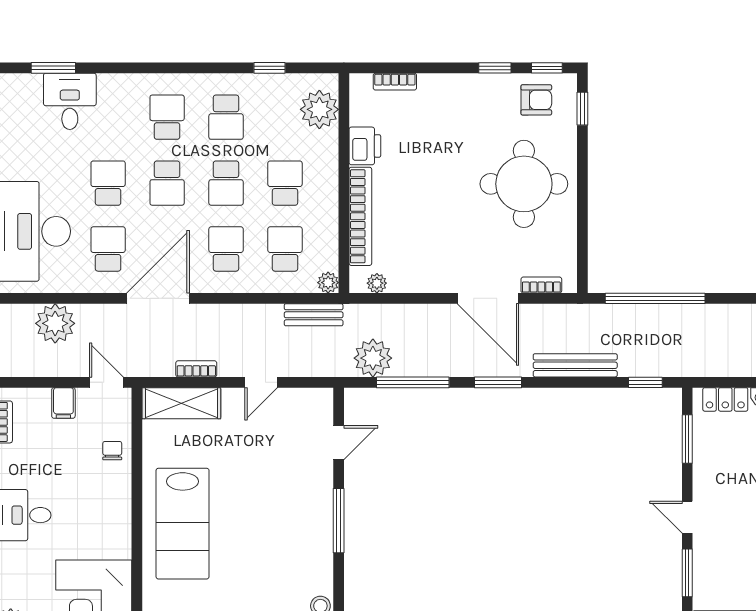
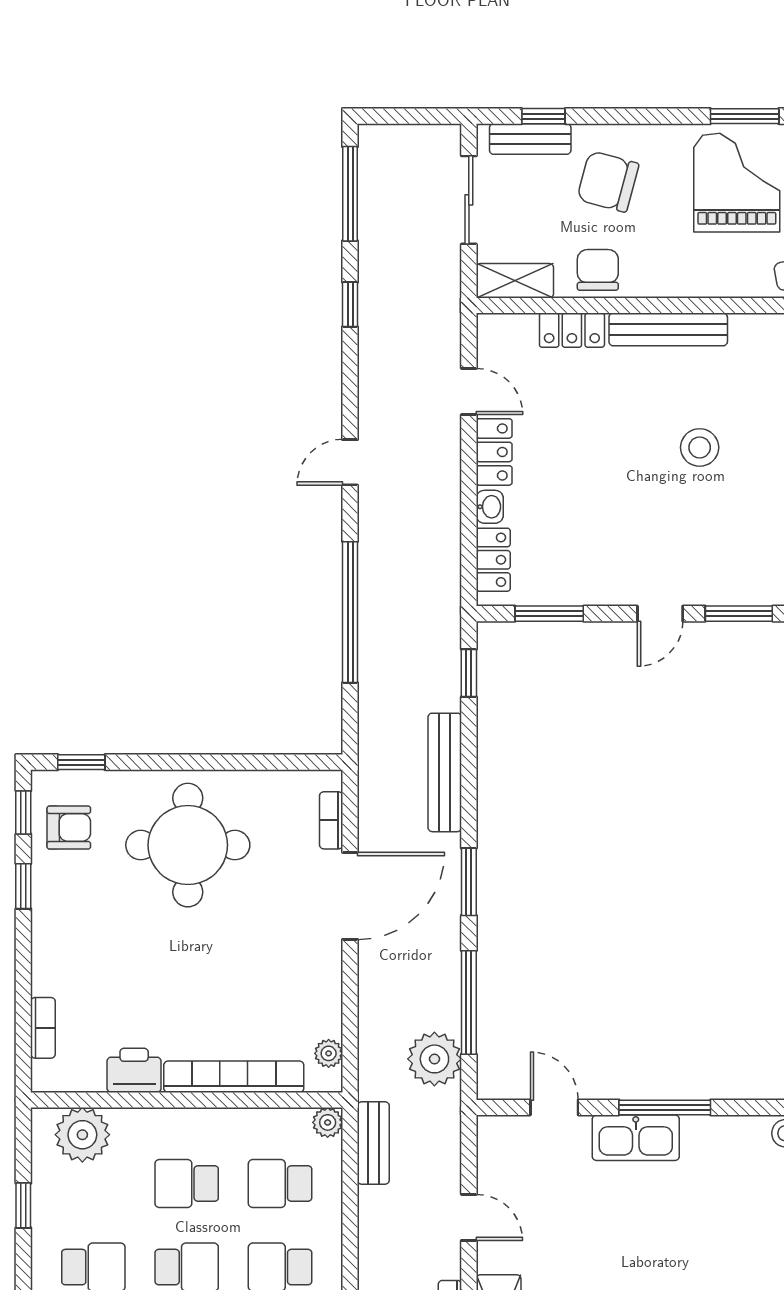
armchair: (536, 100) -> (69, 828), turned 90
window: (655, 298) -> (350, 612), moved
kitchen sink: (317, 500) -> (636, 1138), added

